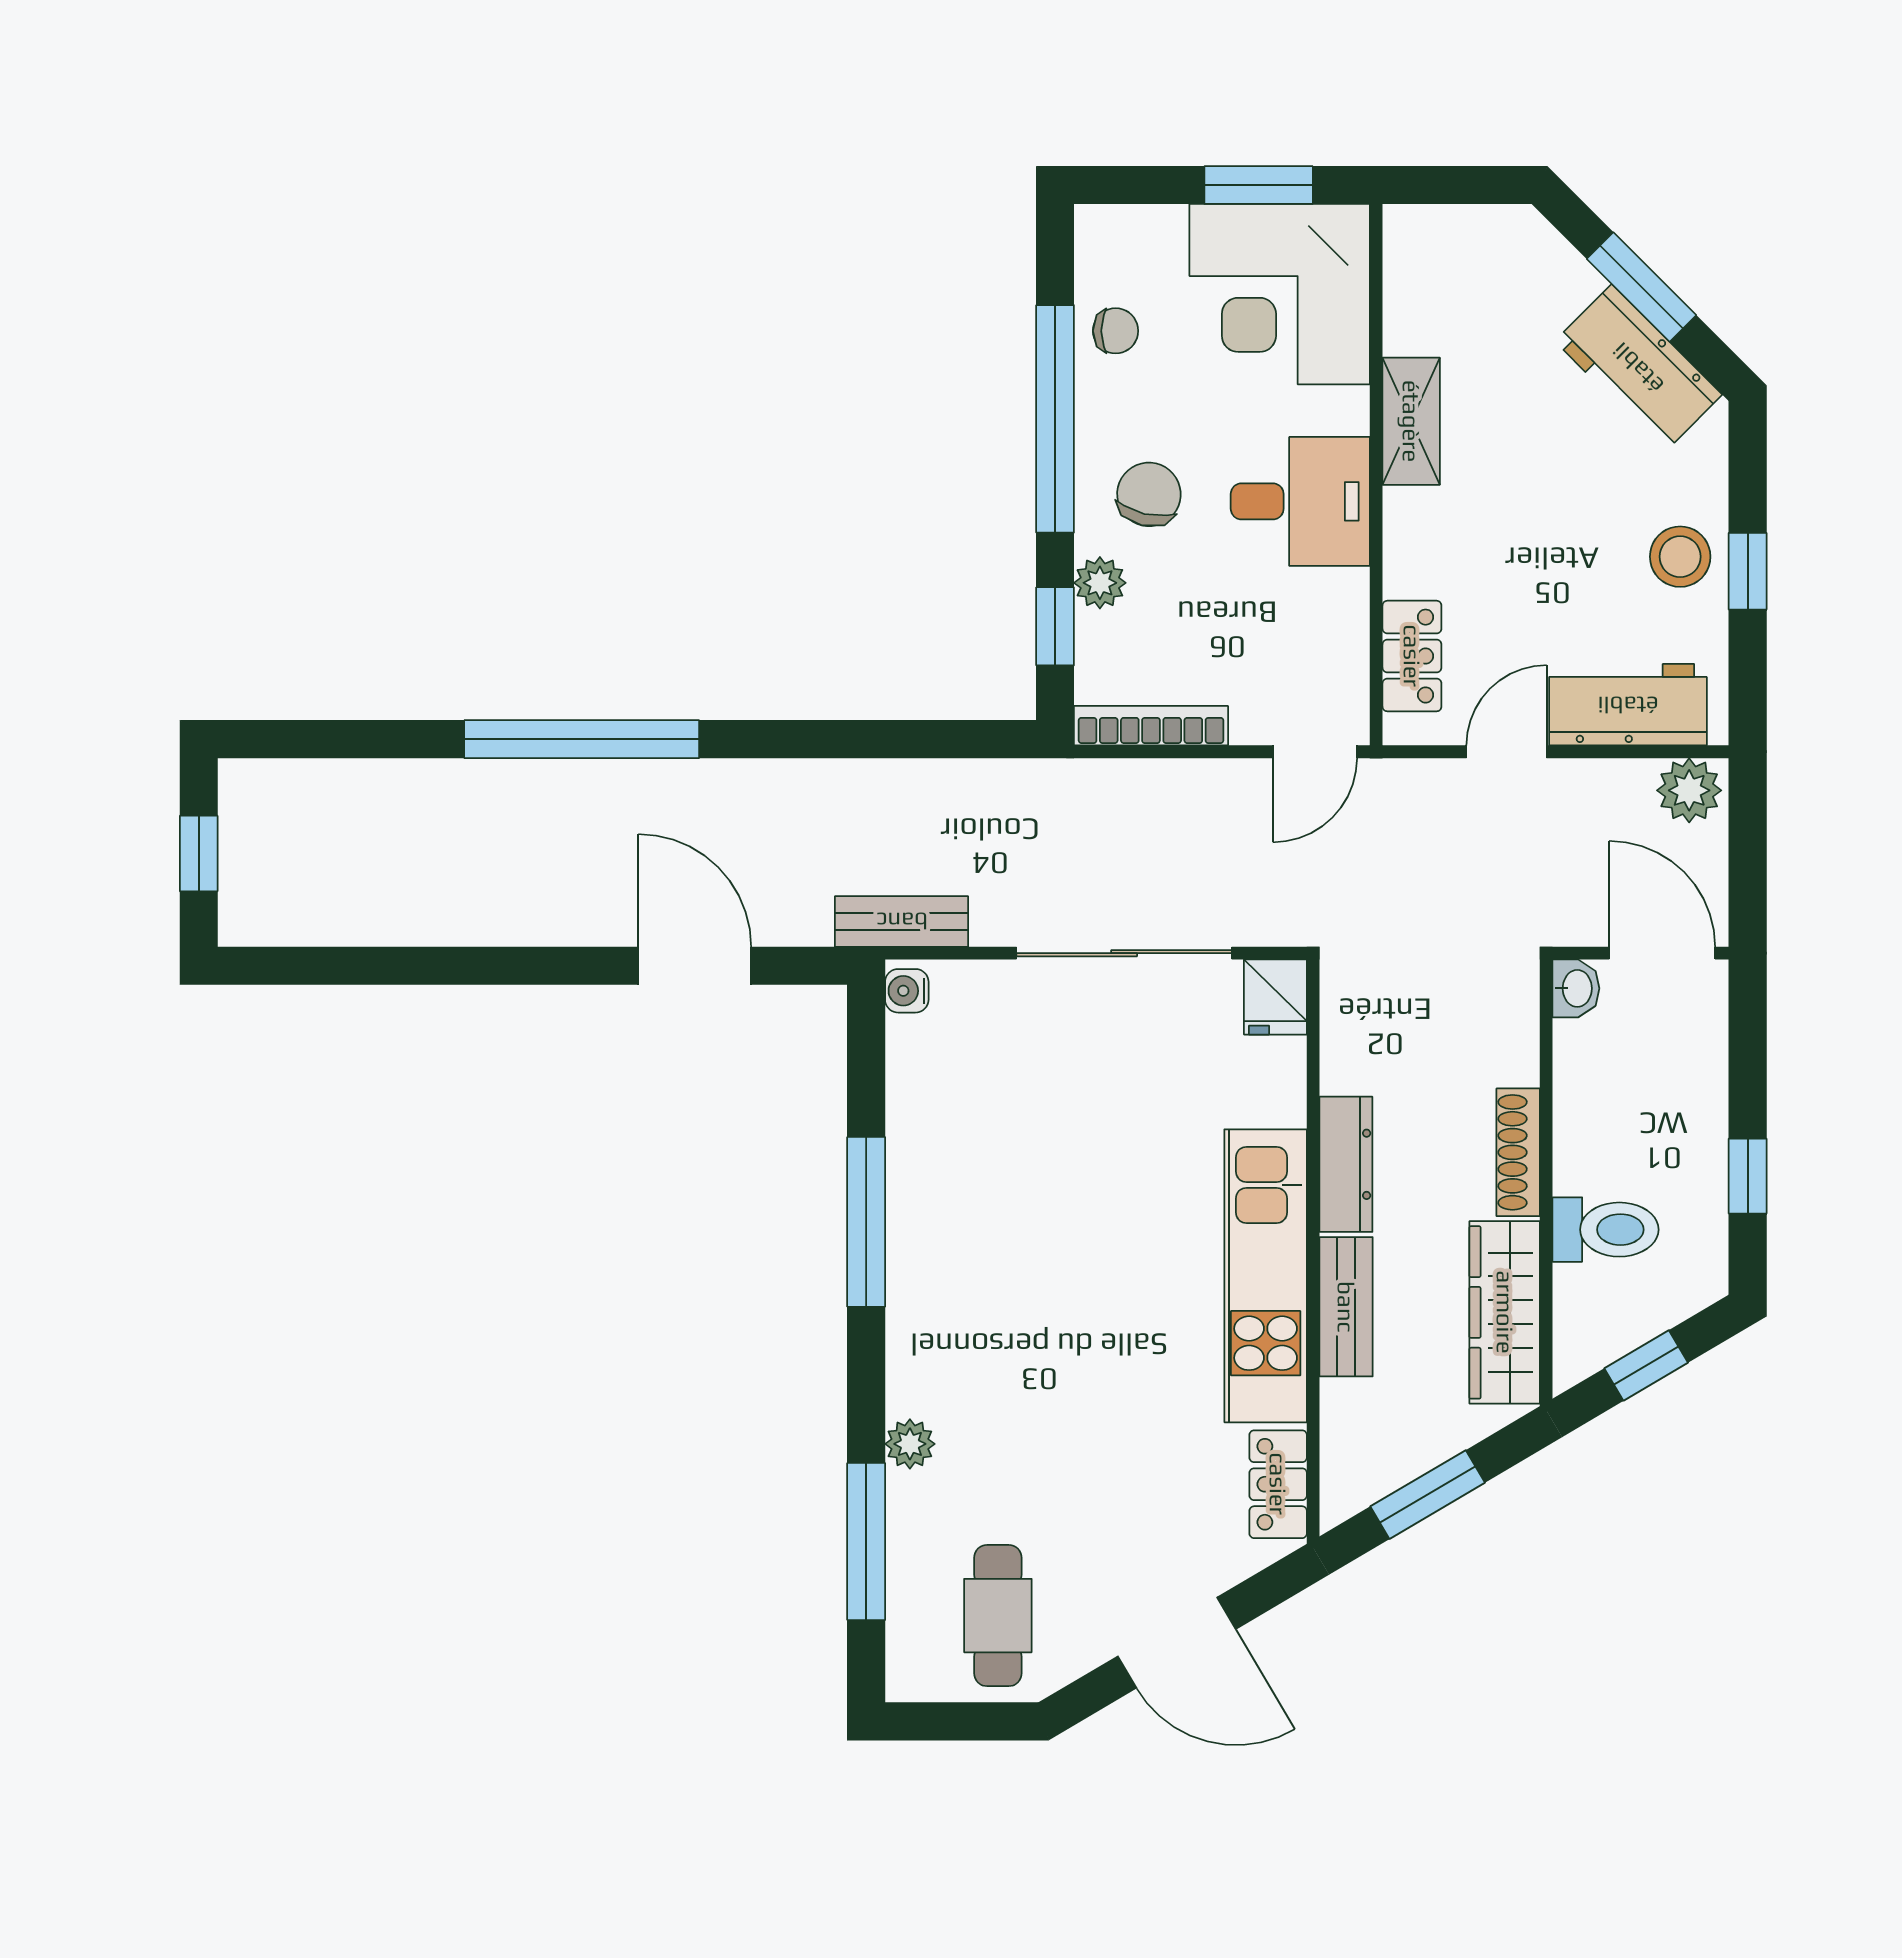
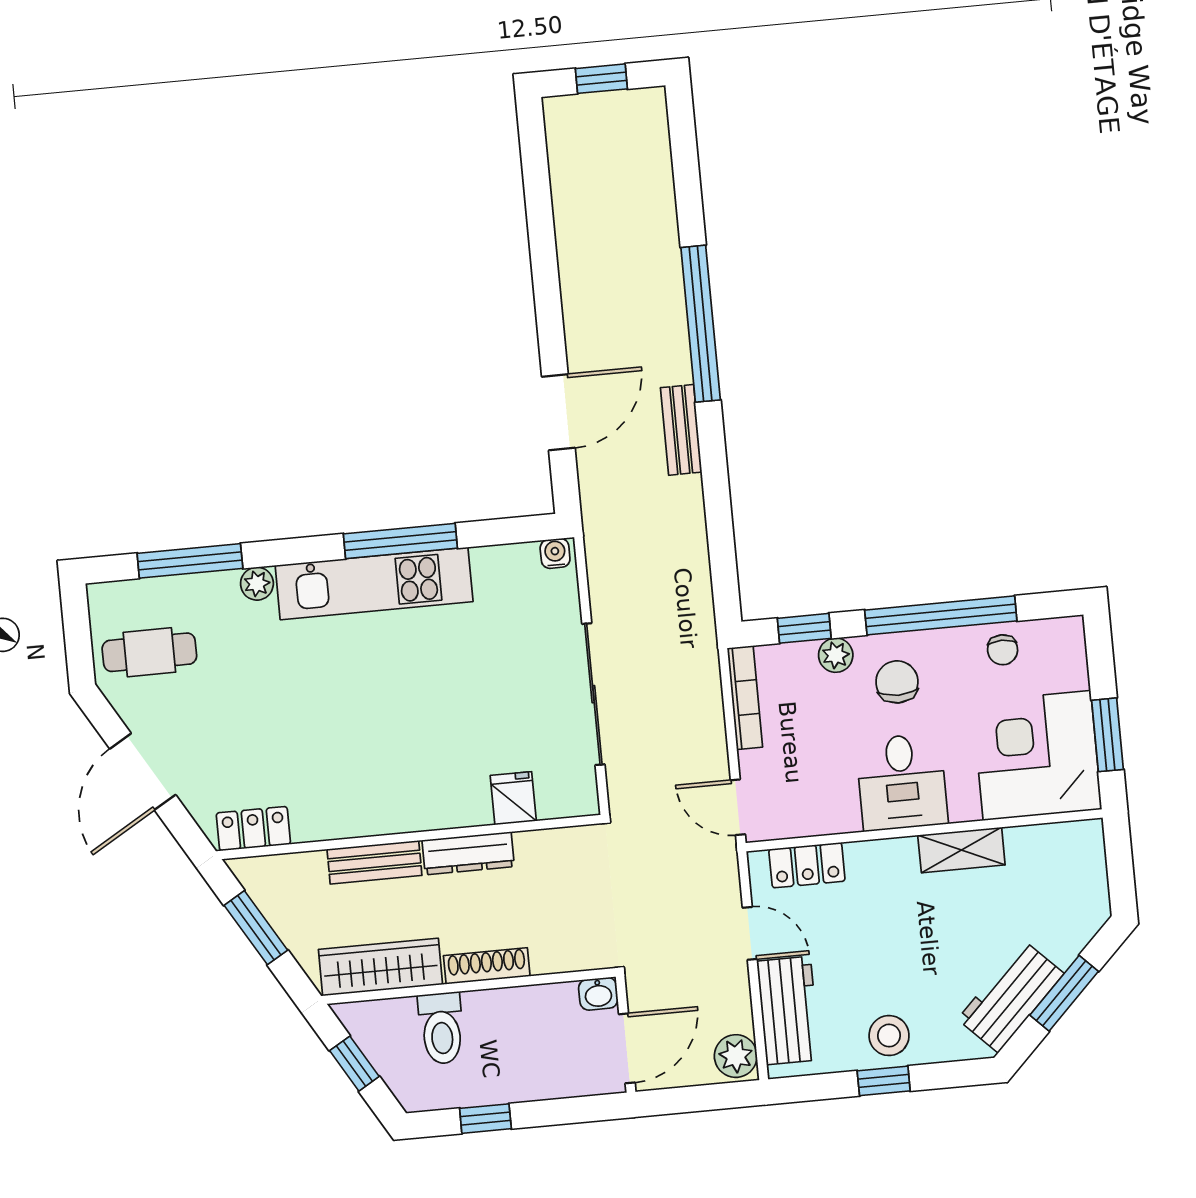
chair: (1149, 494) -> (897, 682), turned -103
bench: (902, 921) -> (681, 430), moved
fridge: (1275, 997) -> (513, 798), moved, turned 90
kitchen unit: (1266, 1276) -> (374, 583), moved, turned 180

